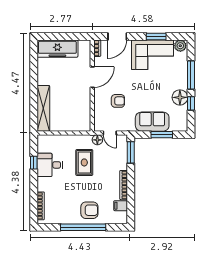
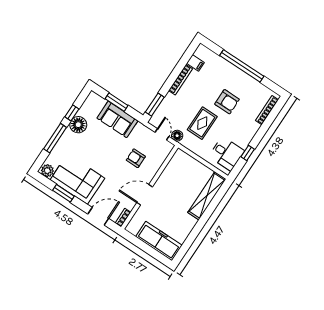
desk: (50, 165) -> (227, 154), moved
armchair: (89, 210) -> (227, 102), moved, turned 180

